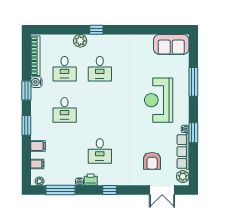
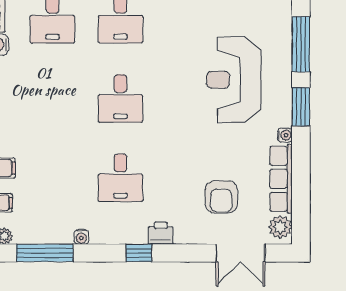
desk: (65, 110) -> (120, 98), moved
window: (193, 133) -> (301, 107), moved
printer: (91, 180) -> (161, 233), moved

